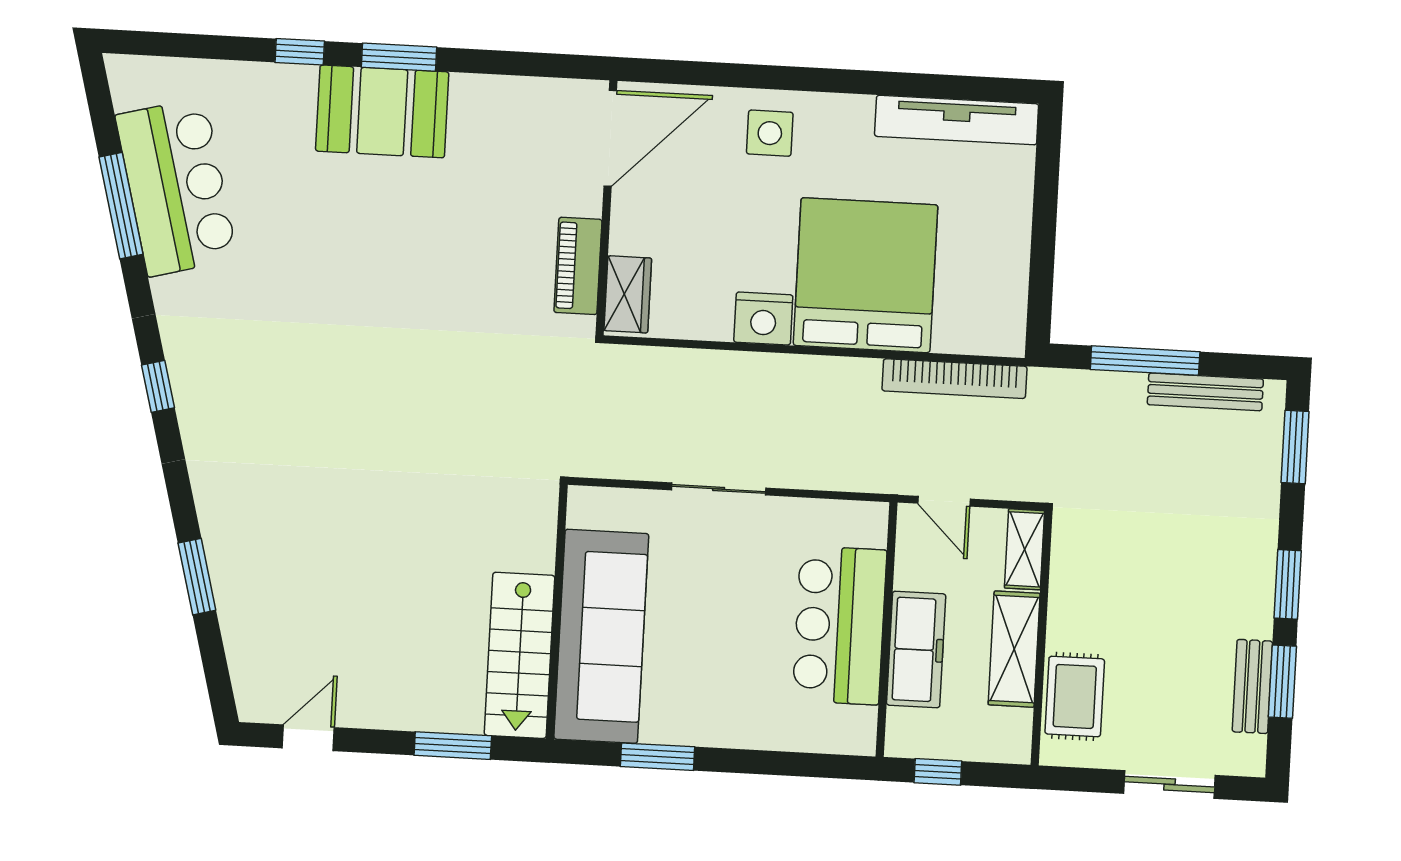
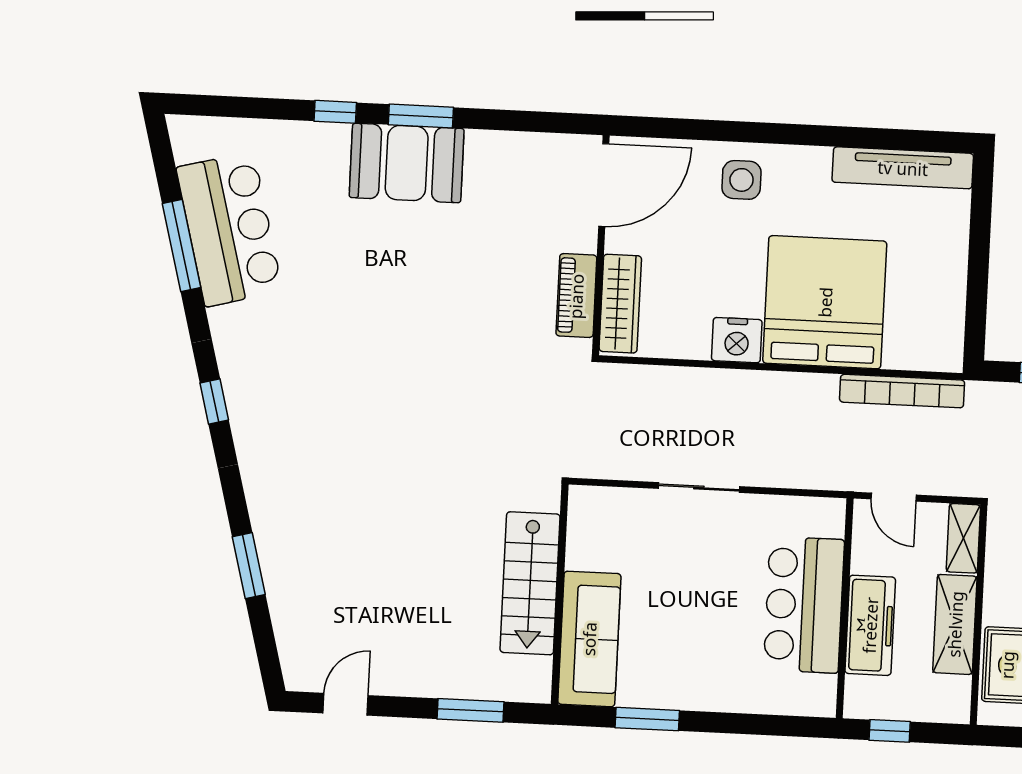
wardrobe: (628, 294) -> (620, 304), width x1.50
sofa: (601, 636) -> (589, 639), width x0.74, depth x0.79
stairs: (520, 655) -> (530, 583), moved

